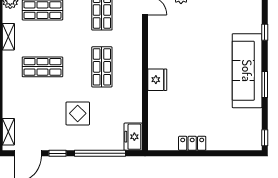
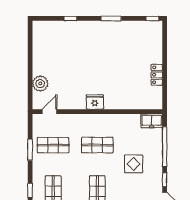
sofa: (247, 71) -> (100, 32), removed
fridge: (157, 80) -> (95, 102), moved

